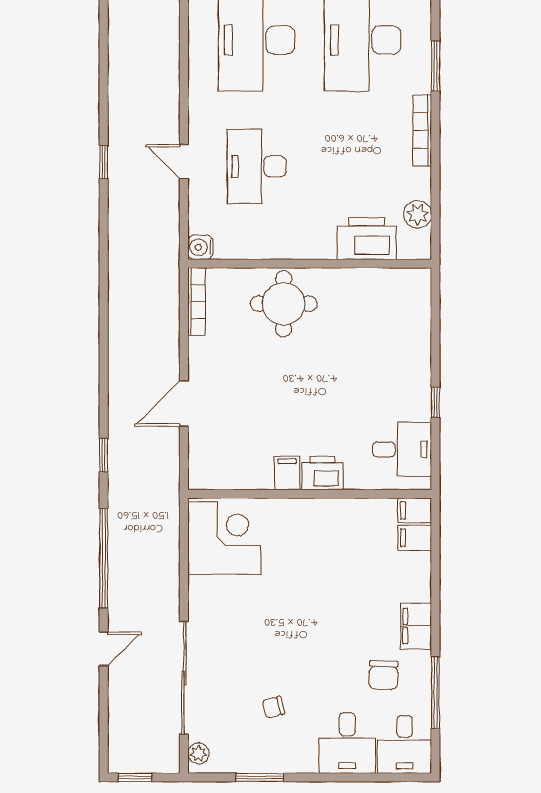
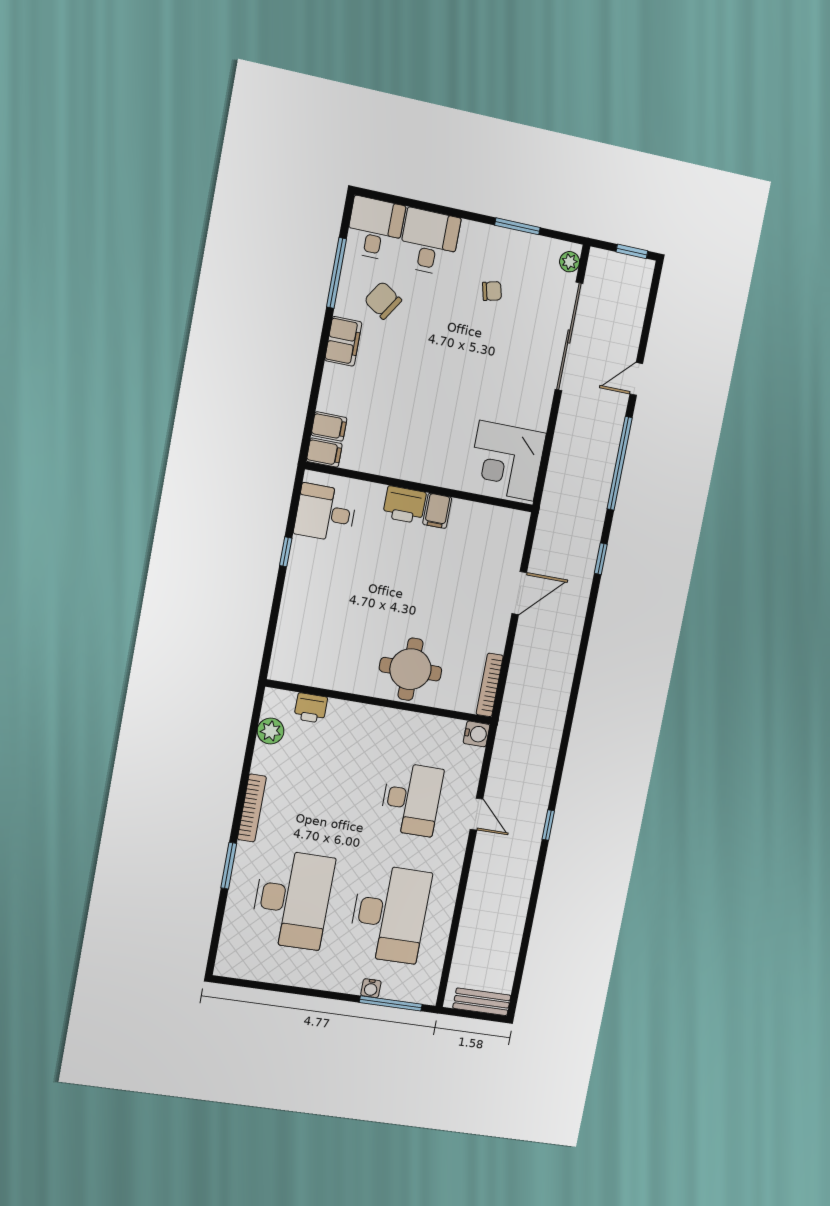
printer: (367, 239) -> (311, 708), width x0.53, depth x0.68
chair: (383, 675) -> (383, 300), turned -59

